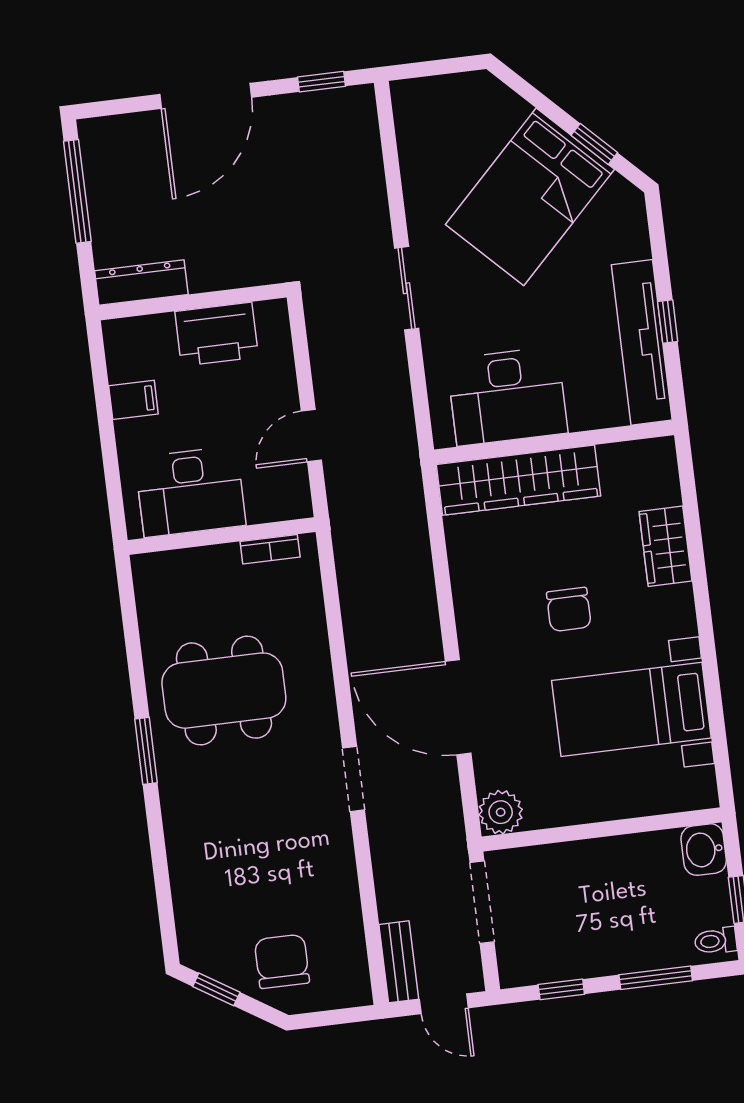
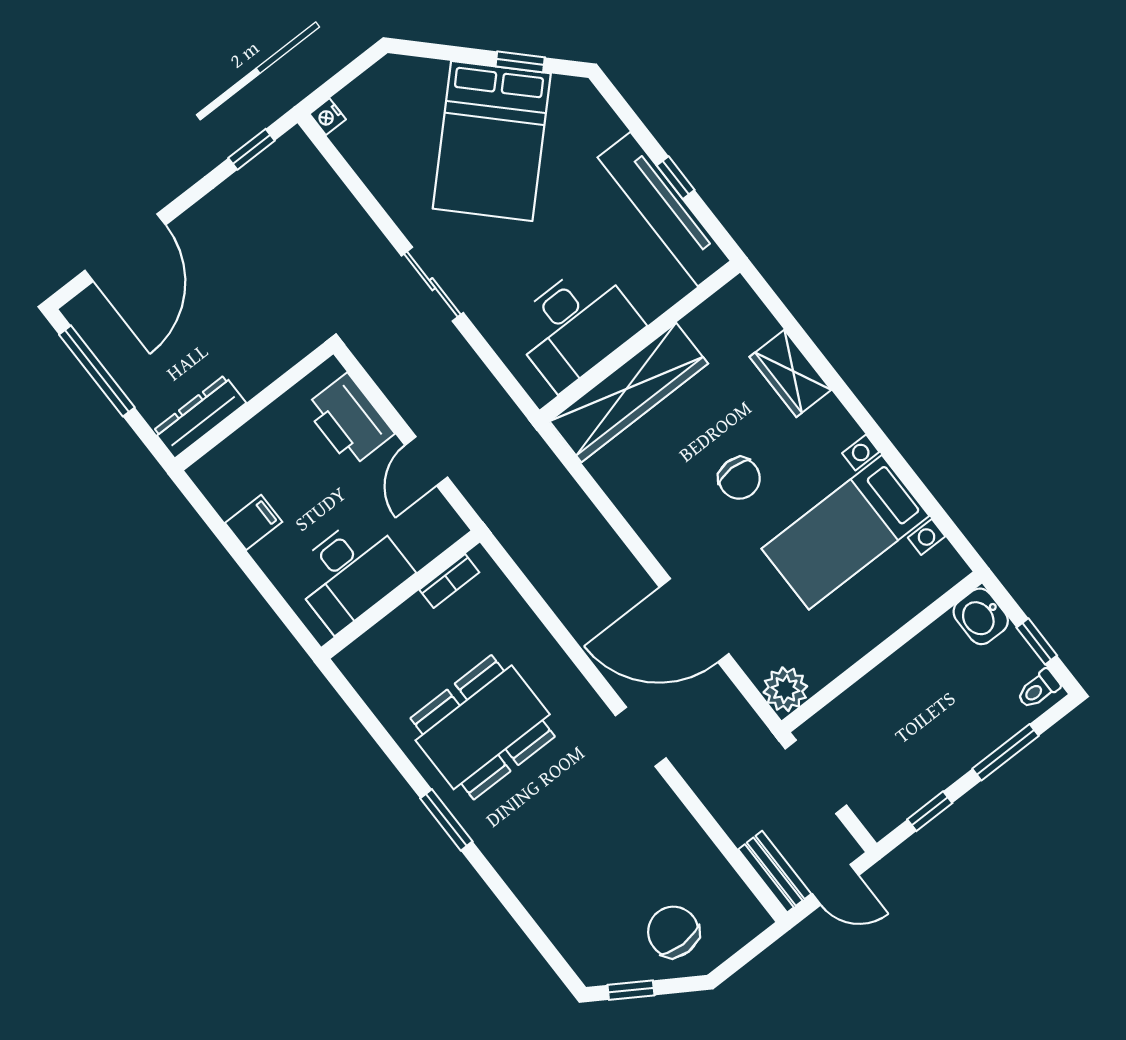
nightstand: (403, 93) -> (328, 117), added
door: (206, 96) -> (125, 248), moved
printer: (217, 334) -> (349, 420), moved, turned 90

